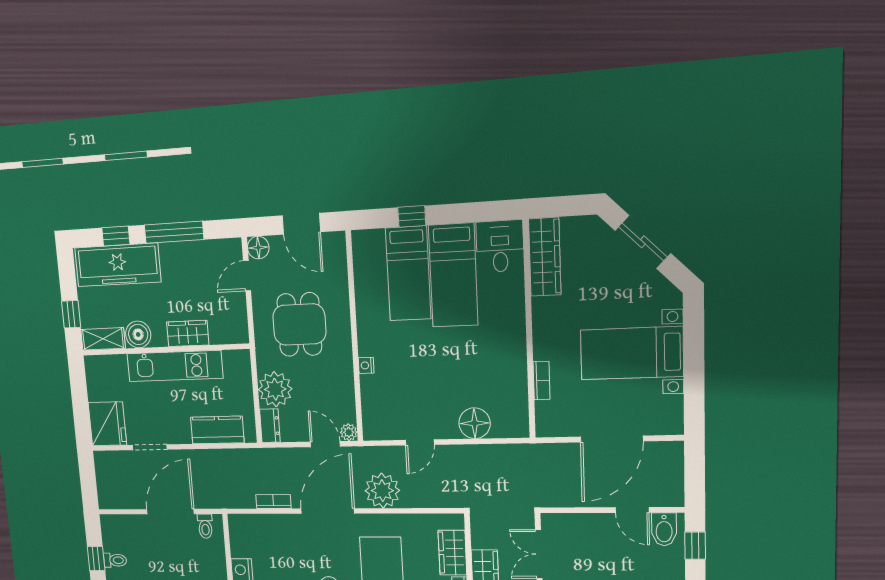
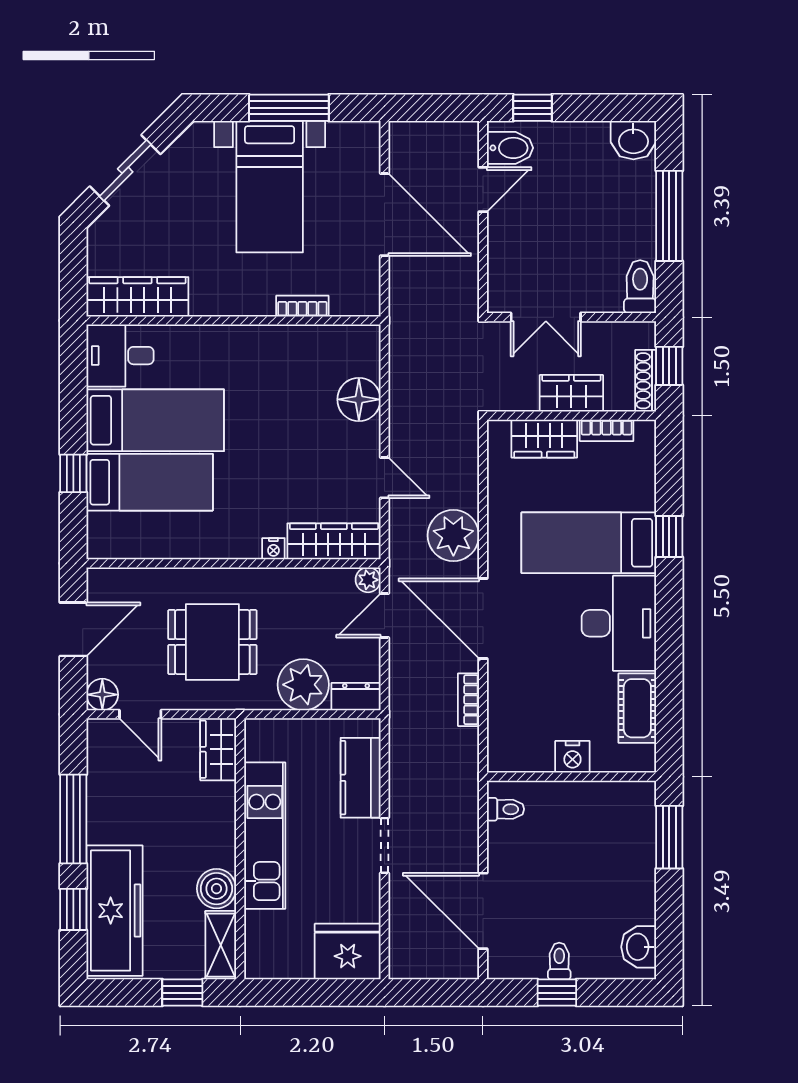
wardrobe: (188, 333) -> (218, 749), moved
window: (694, 366) -> (289, 108), added
wardrobe: (374, 408) -> (334, 541), added
doorway: (150, 447) -> (384, 845), moved
door: (170, 512) -> (483, 911), moved

